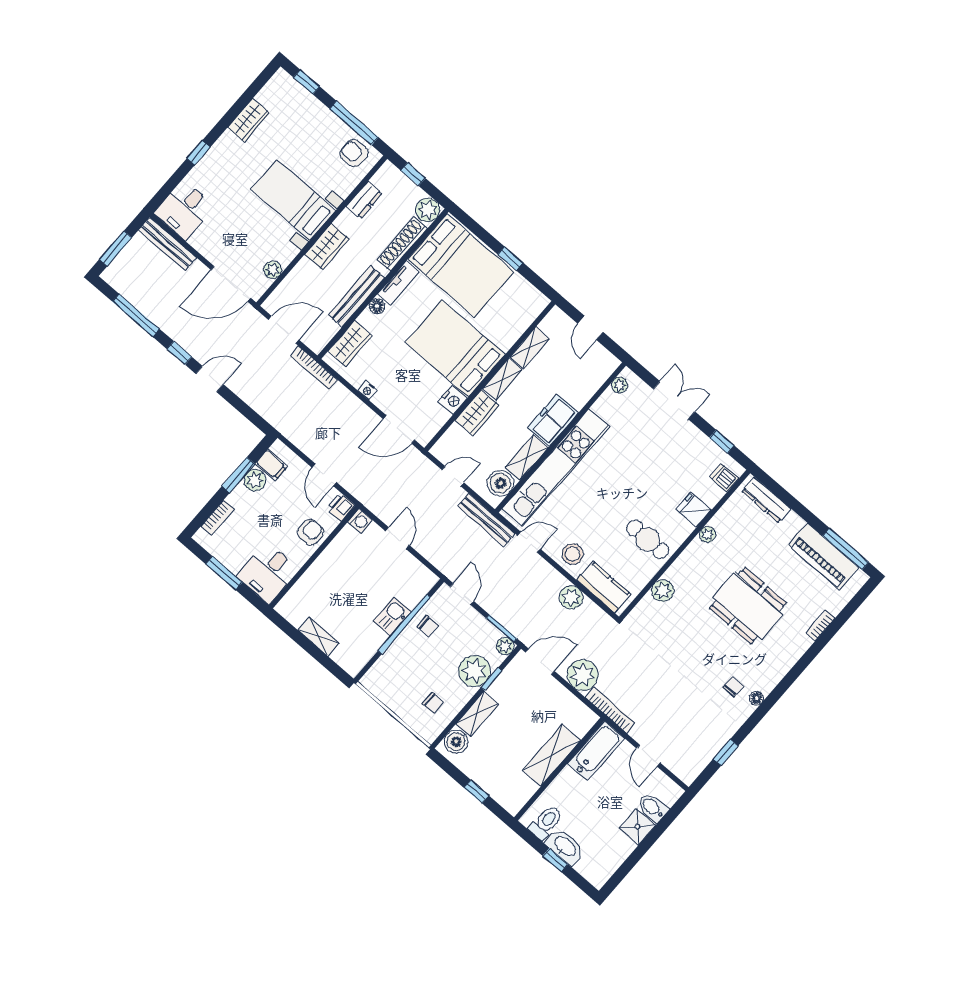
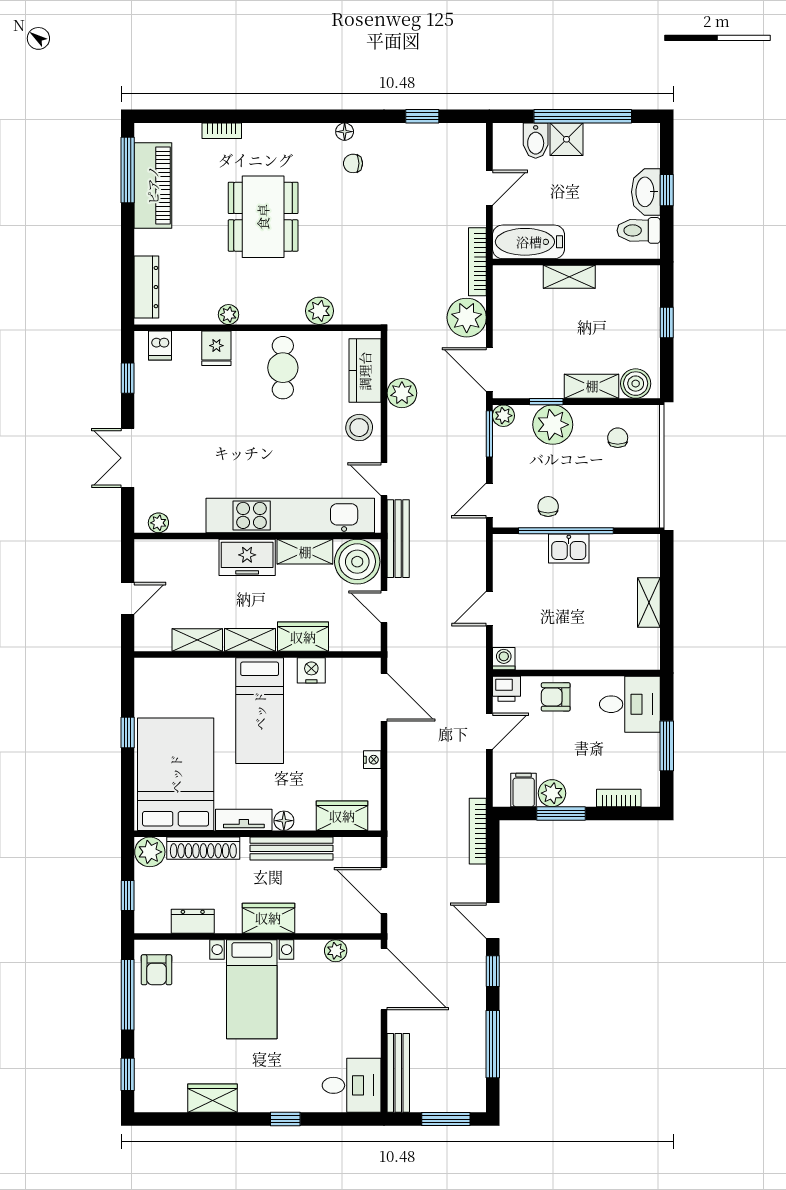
bed: (455, 349) -> (260, 711), width x0.67
bookcase: (314, 368) -> (478, 831), moved, turned 180
boiler: (500, 483) -> (357, 562), width x1.37, depth x1.37
shelving: (552, 755) -> (569, 277), width x0.67, depth x0.75
window: (643, 848) -> (583, 116), added

